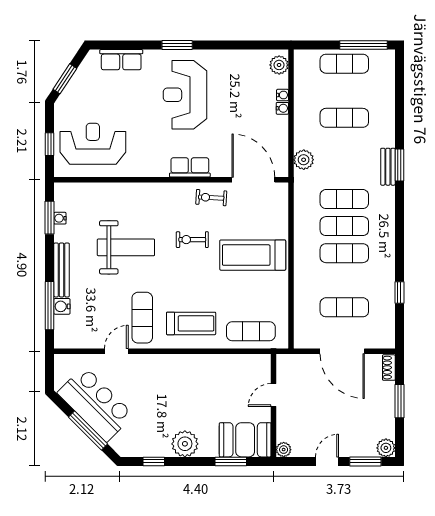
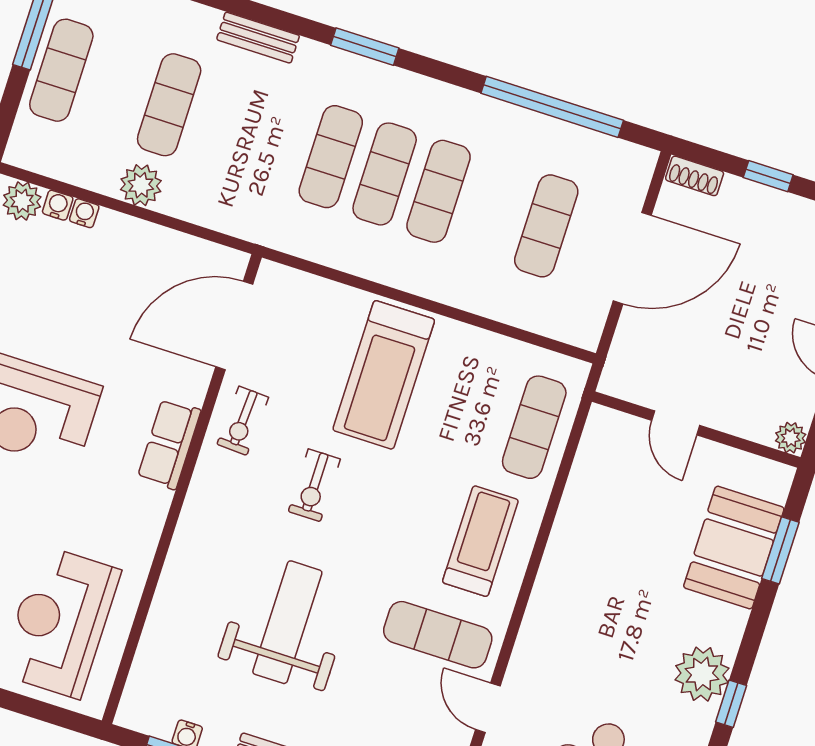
water cooler: (282, 108) -> (58, 205), moved
window: (50, 144) -> (33, 708), removed
plant: (304, 160) -> (141, 185), moved
window: (399, 165) -> (365, 47), moved
bench: (388, 167) -> (258, 38), moved
window: (399, 293) -> (552, 107), width x3.17
window: (399, 401) -> (768, 176), width x0.67
booth: (245, 440) -> (734, 548), moved
plant: (185, 444) -> (702, 674), moved

